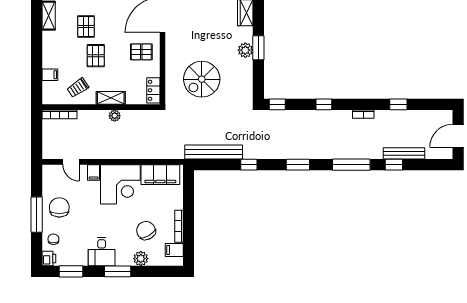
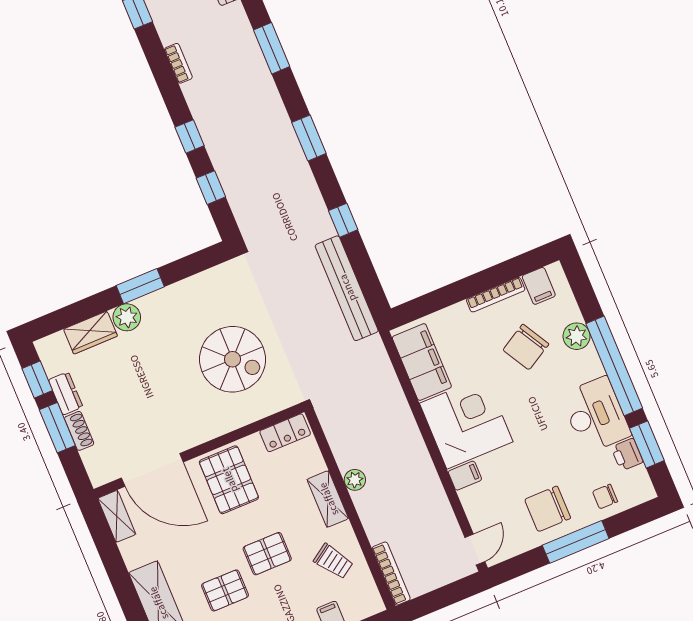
plant: (245, 50) -> (127, 317), moved
pallet: (141, 52) -> (229, 480), width x1.50, depth x1.42
window: (277, 104) -> (211, 188), moved
door: (71, 162) -> (475, 549), moved
window: (351, 165) -> (272, 48), width x0.69
desk: (102, 252) -> (596, 415), width x1.37
printer: (49, 259) -> (627, 455), moved, turned -90
window: (118, 271) -> (614, 366), width x2.11

